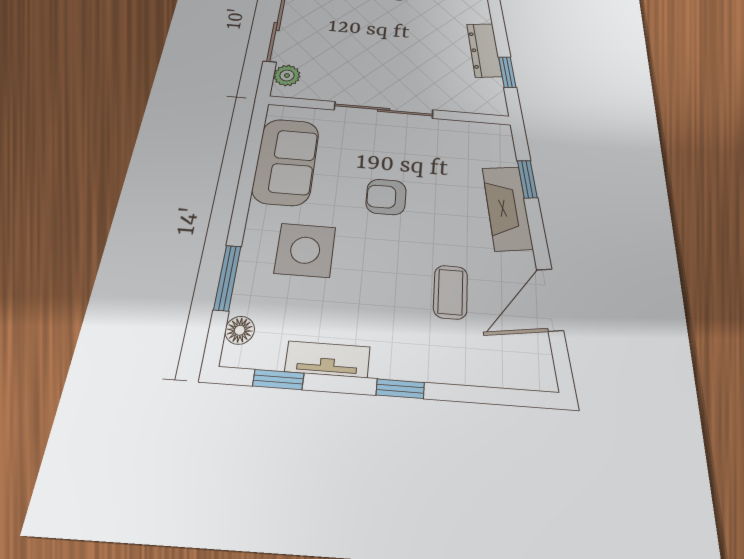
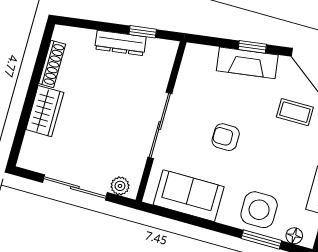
window: (527, 179) -> (252, 47), moved
armchair: (386, 197) -> (226, 137), turned 90
side table: (305, 250) -> (259, 210), moved

